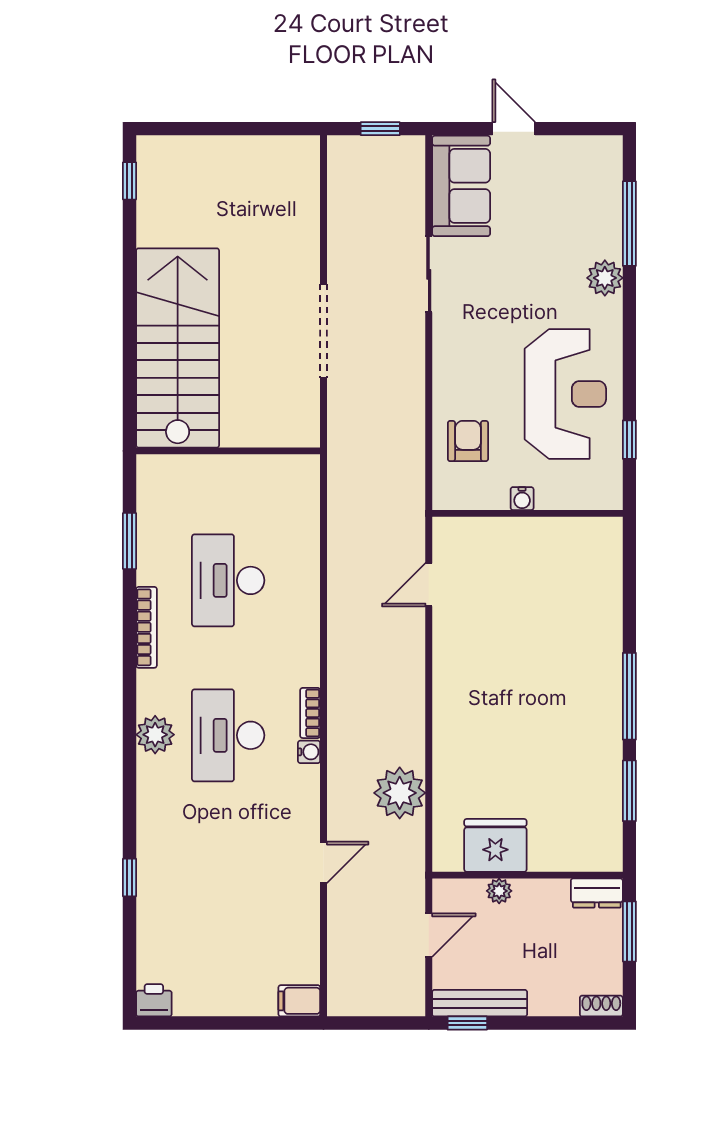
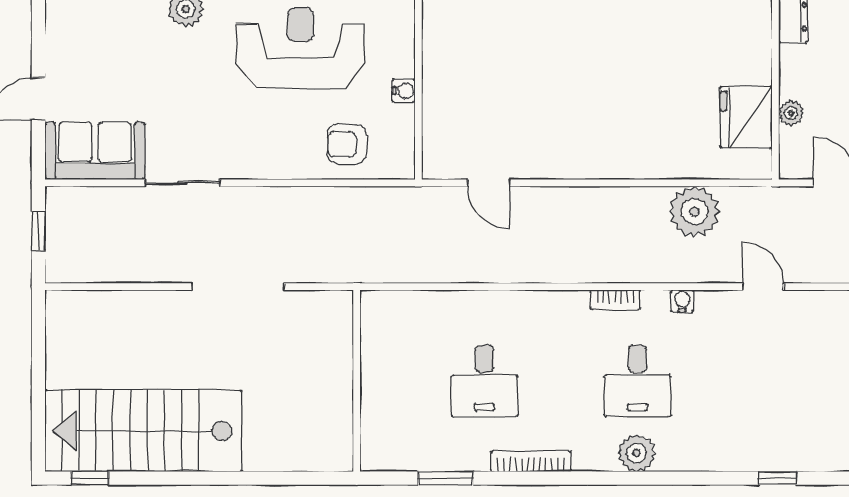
stairs: (178, 348) -> (143, 431), moved
desk: (228, 580) -> (484, 381), width x0.73
desk: (228, 735) -> (637, 381), width x0.73
water cooler: (309, 752) -> (682, 301), moved

